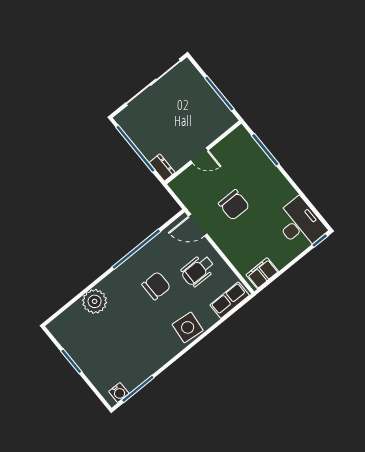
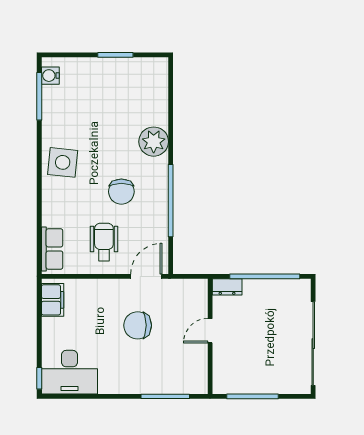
plant: (95, 301) -> (154, 142), moved
side table: (188, 327) -> (63, 162), moved

